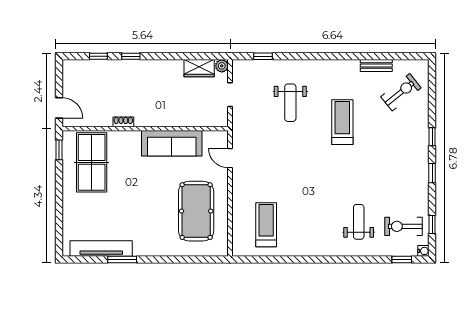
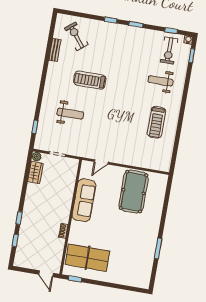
door: (59, 108) -> (46, 274), swing flipped
pool table: (196, 211) -> (134, 192), turned 90
treadmill: (266, 225) -> (156, 122), moved, turned -90
tv unit: (101, 249) -> (148, 262), removed

